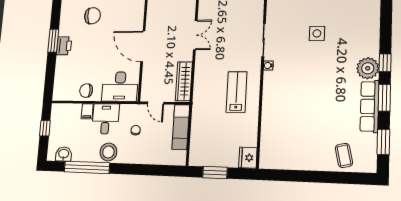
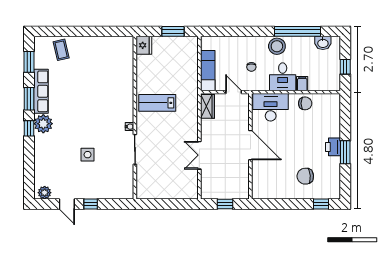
wardrobe: (184, 81) -> (207, 106), width x0.67
lab bench: (237, 92) -> (157, 103), turned 90

